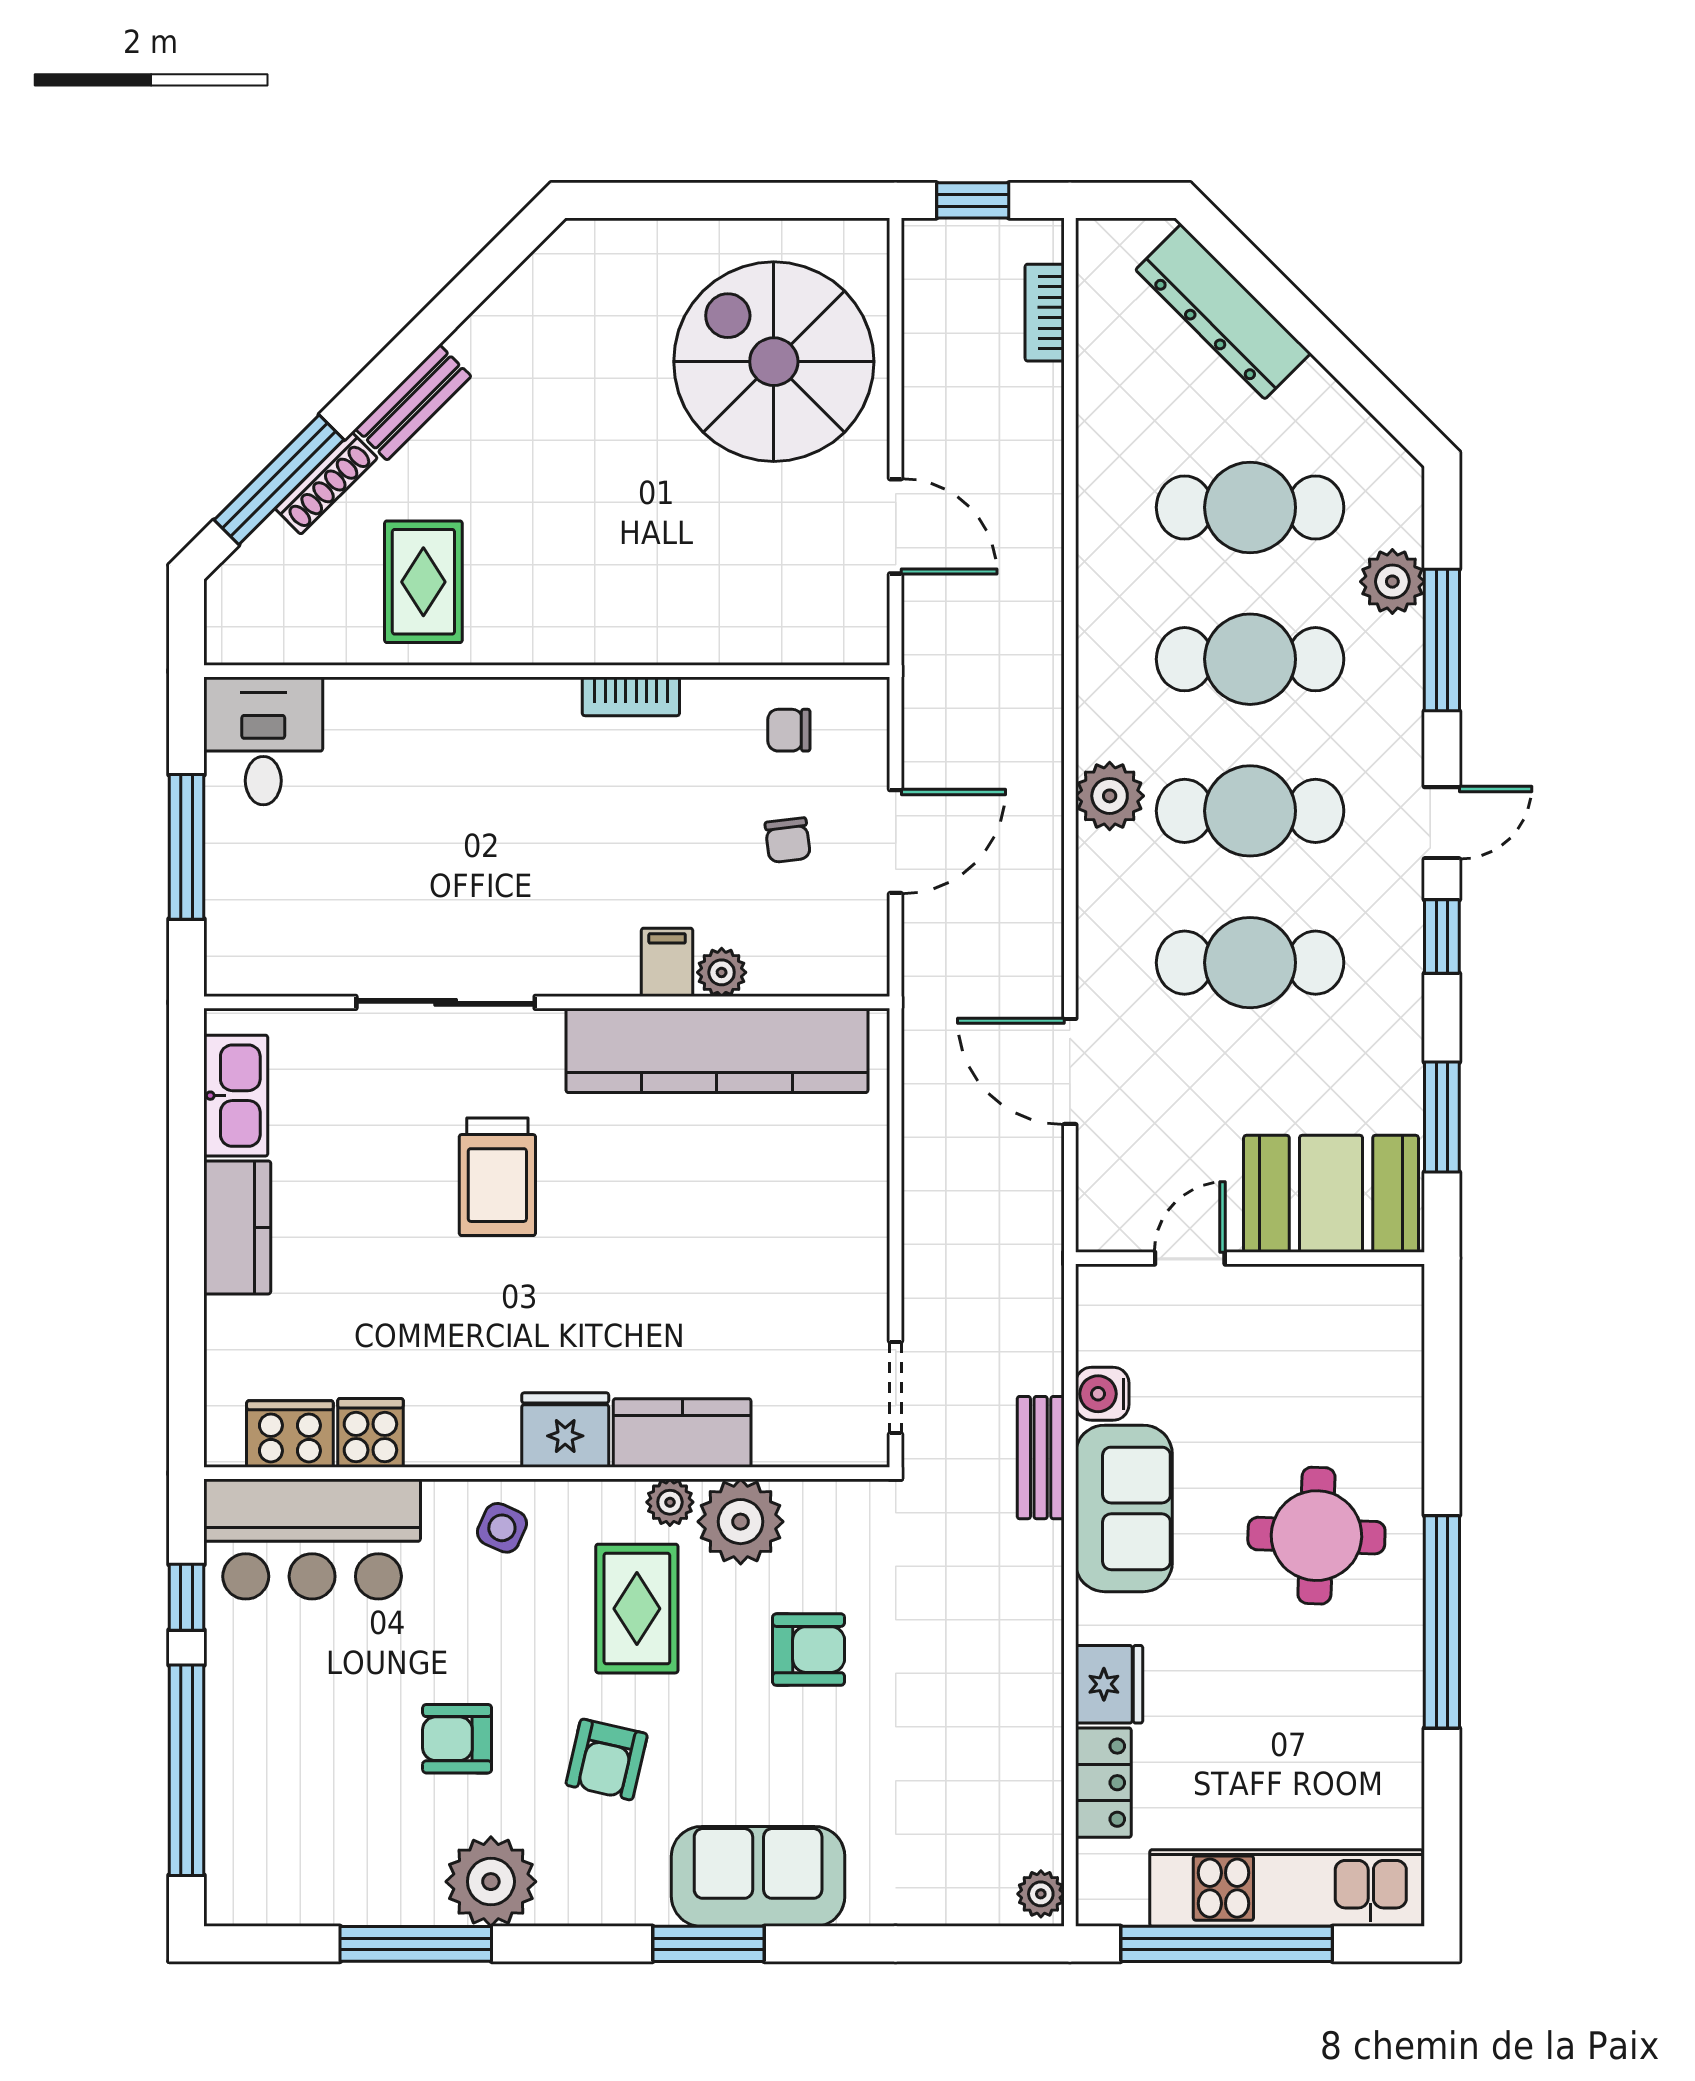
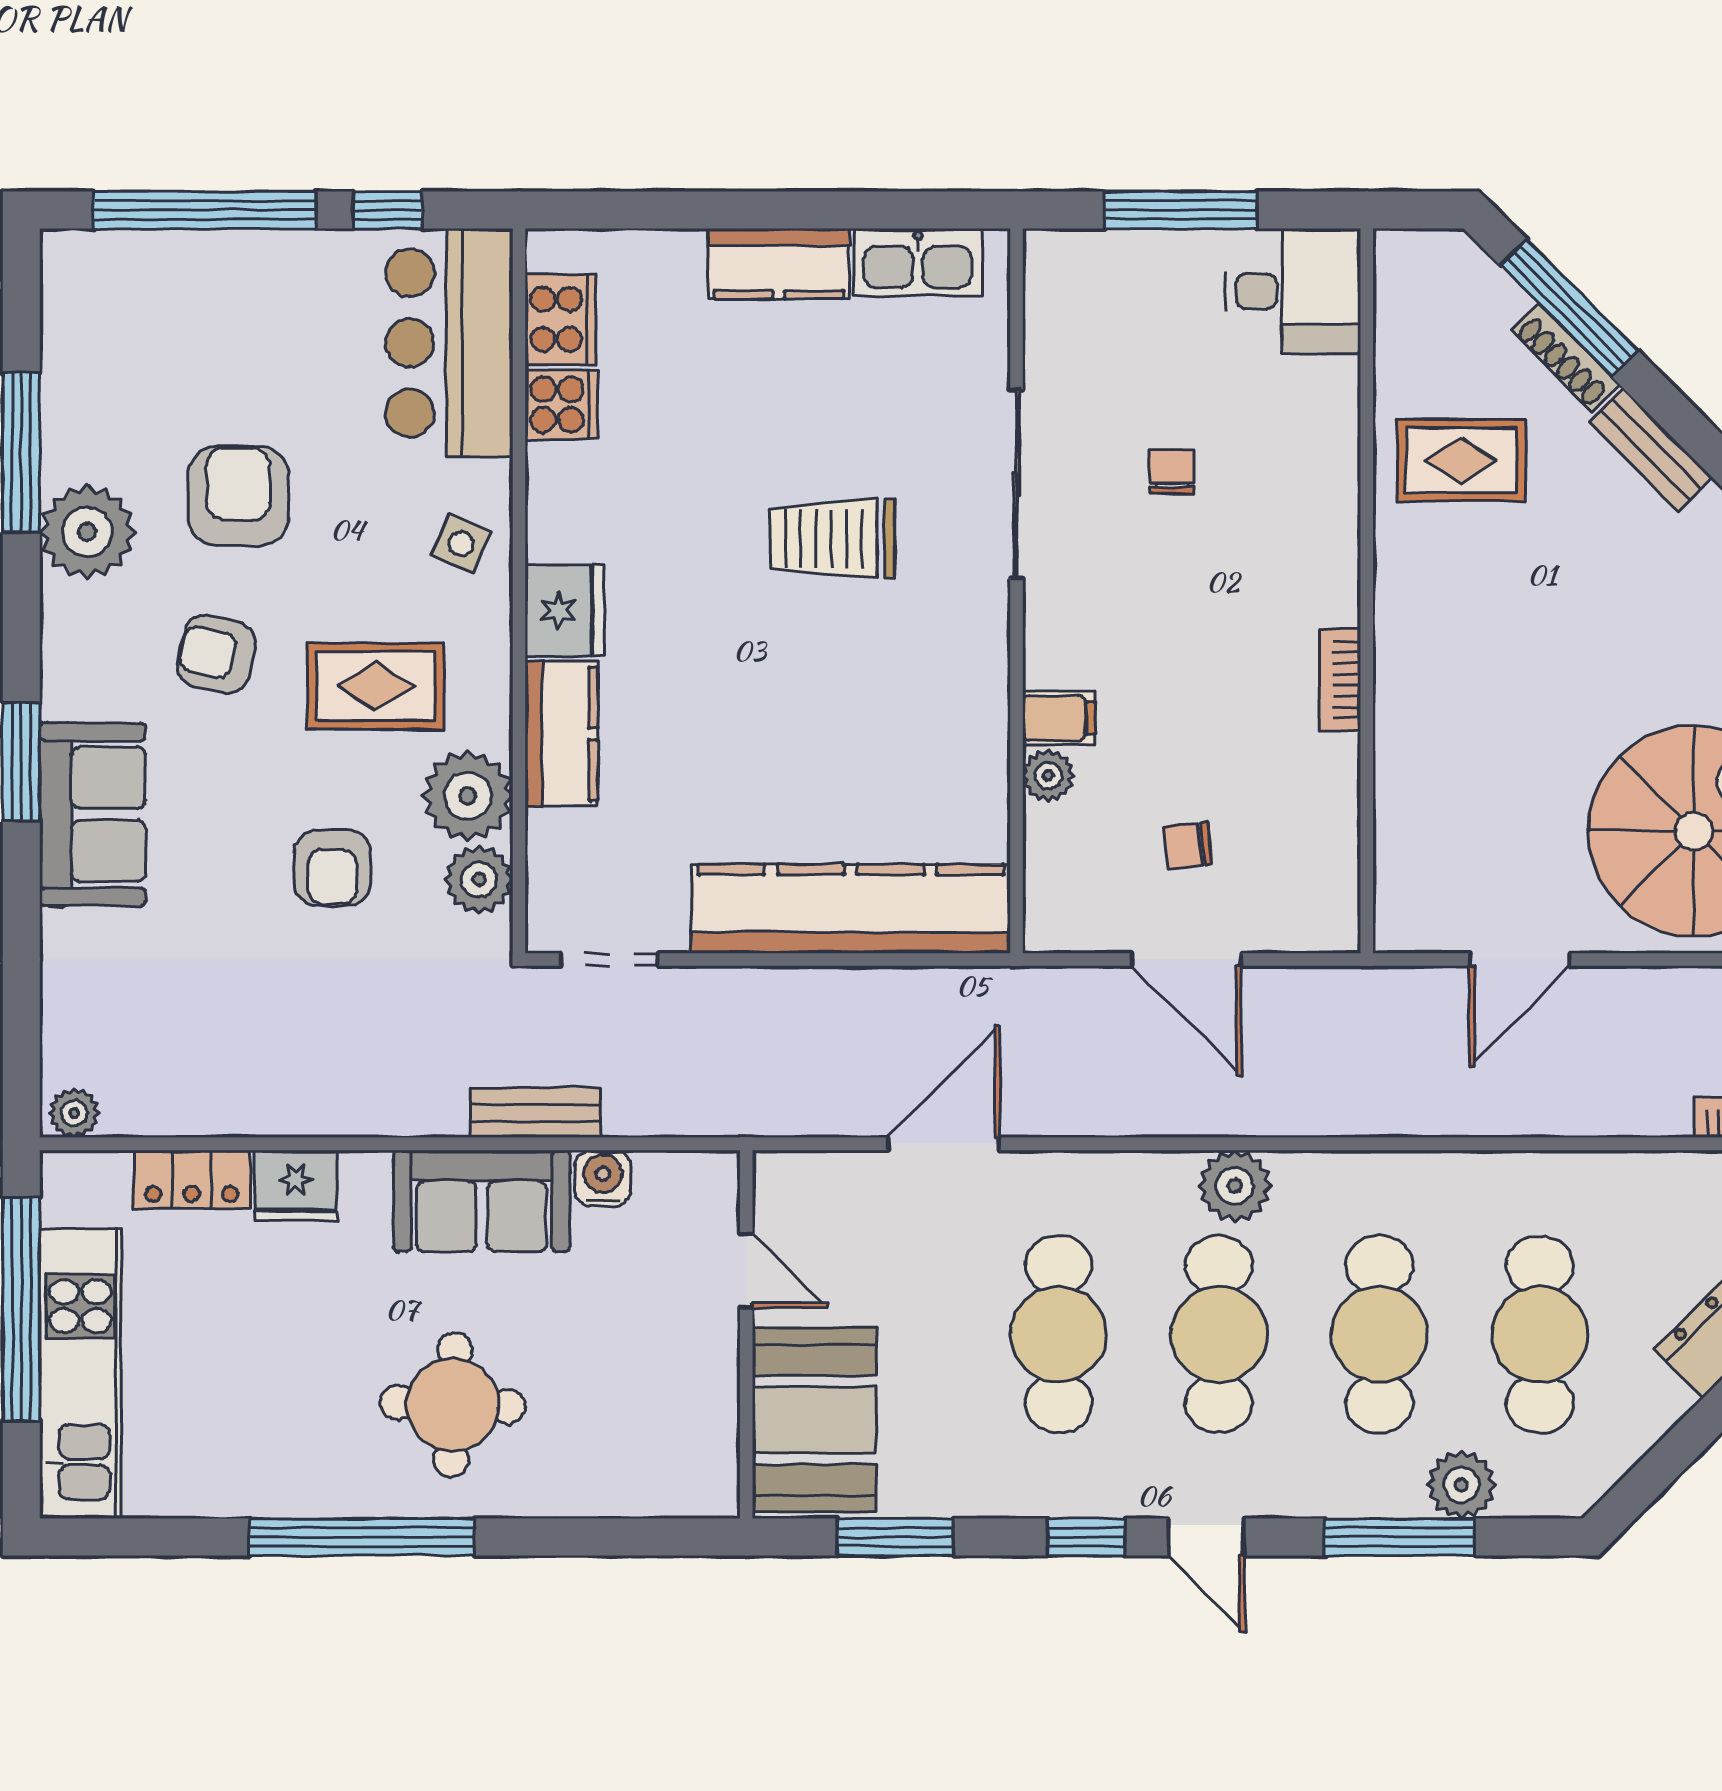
chair: (789, 730) -> (1172, 472), moved
kitchen counter: (717, 1050) -> (851, 909), moved, turned 90
plant: (670, 1502) -> (479, 880), moved, width x1.38, depth x1.38
armchair: (457, 1739) -> (238, 496), width x1.38, depth x1.38

